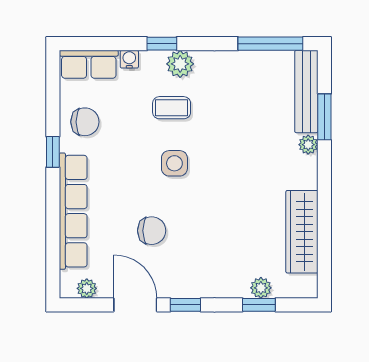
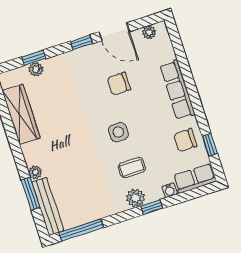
window: (53, 152) -> (210, 145), moved
row of seats: (73, 211) -> (177, 90), width x0.73

